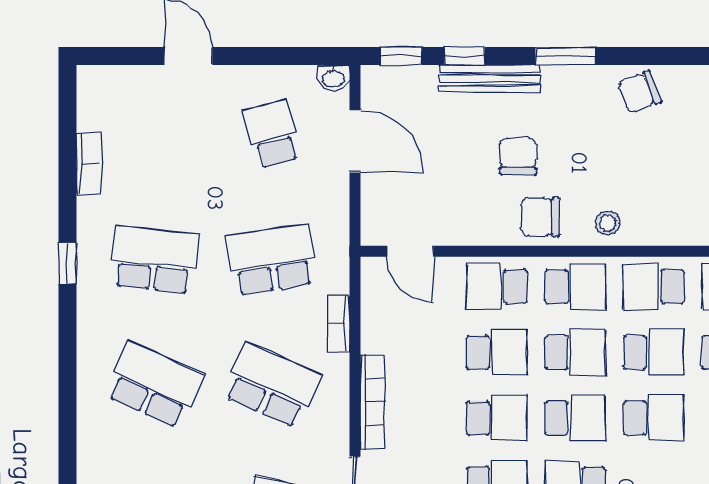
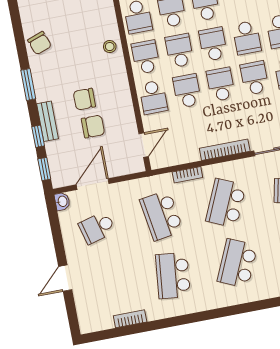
bench: (490, 79) -> (47, 121), width x0.73
chair: (540, 217) -> (93, 126), moved, turned -90
window: (67, 263) -> (183, 320), removed

